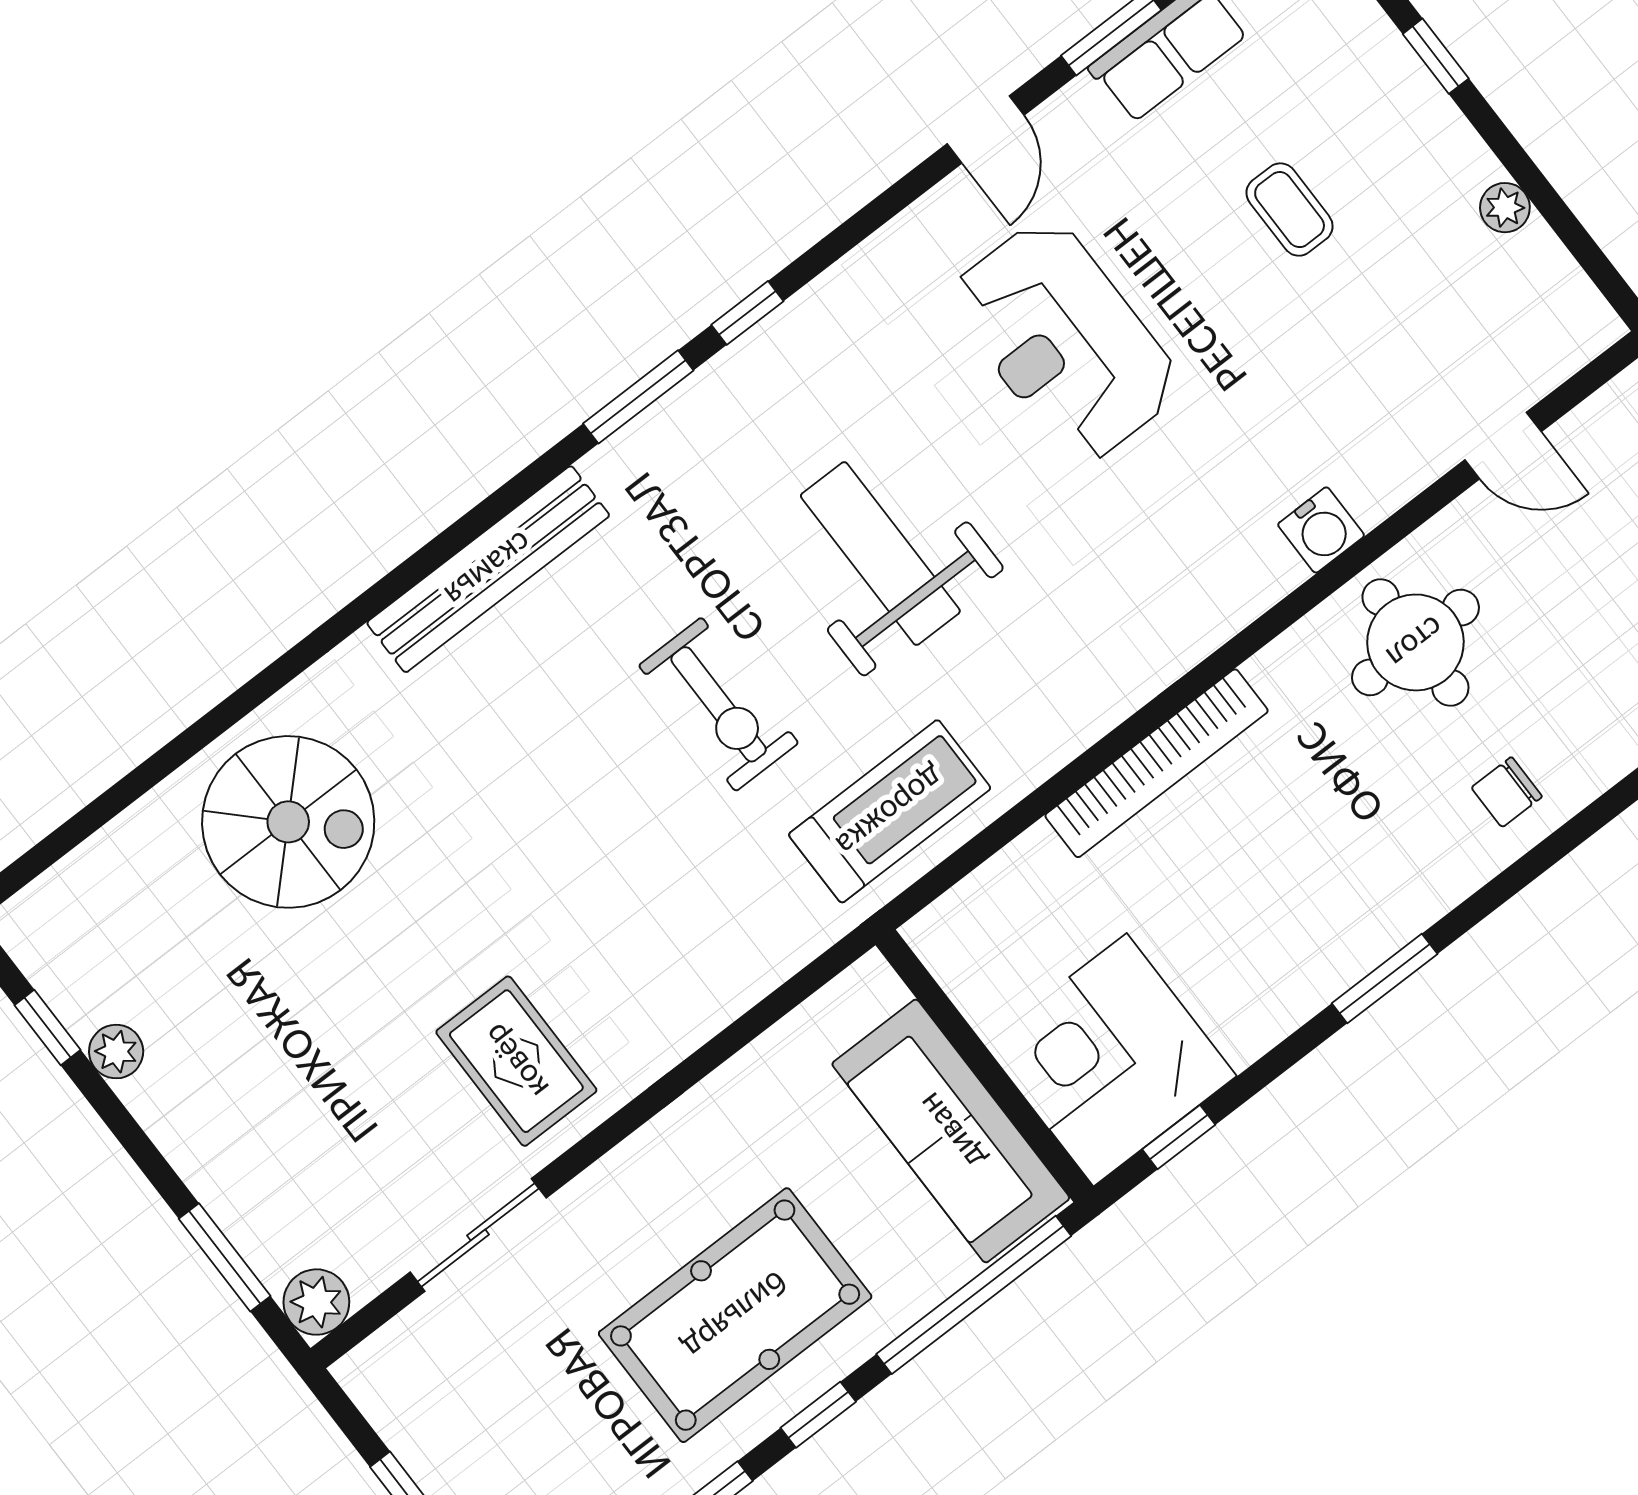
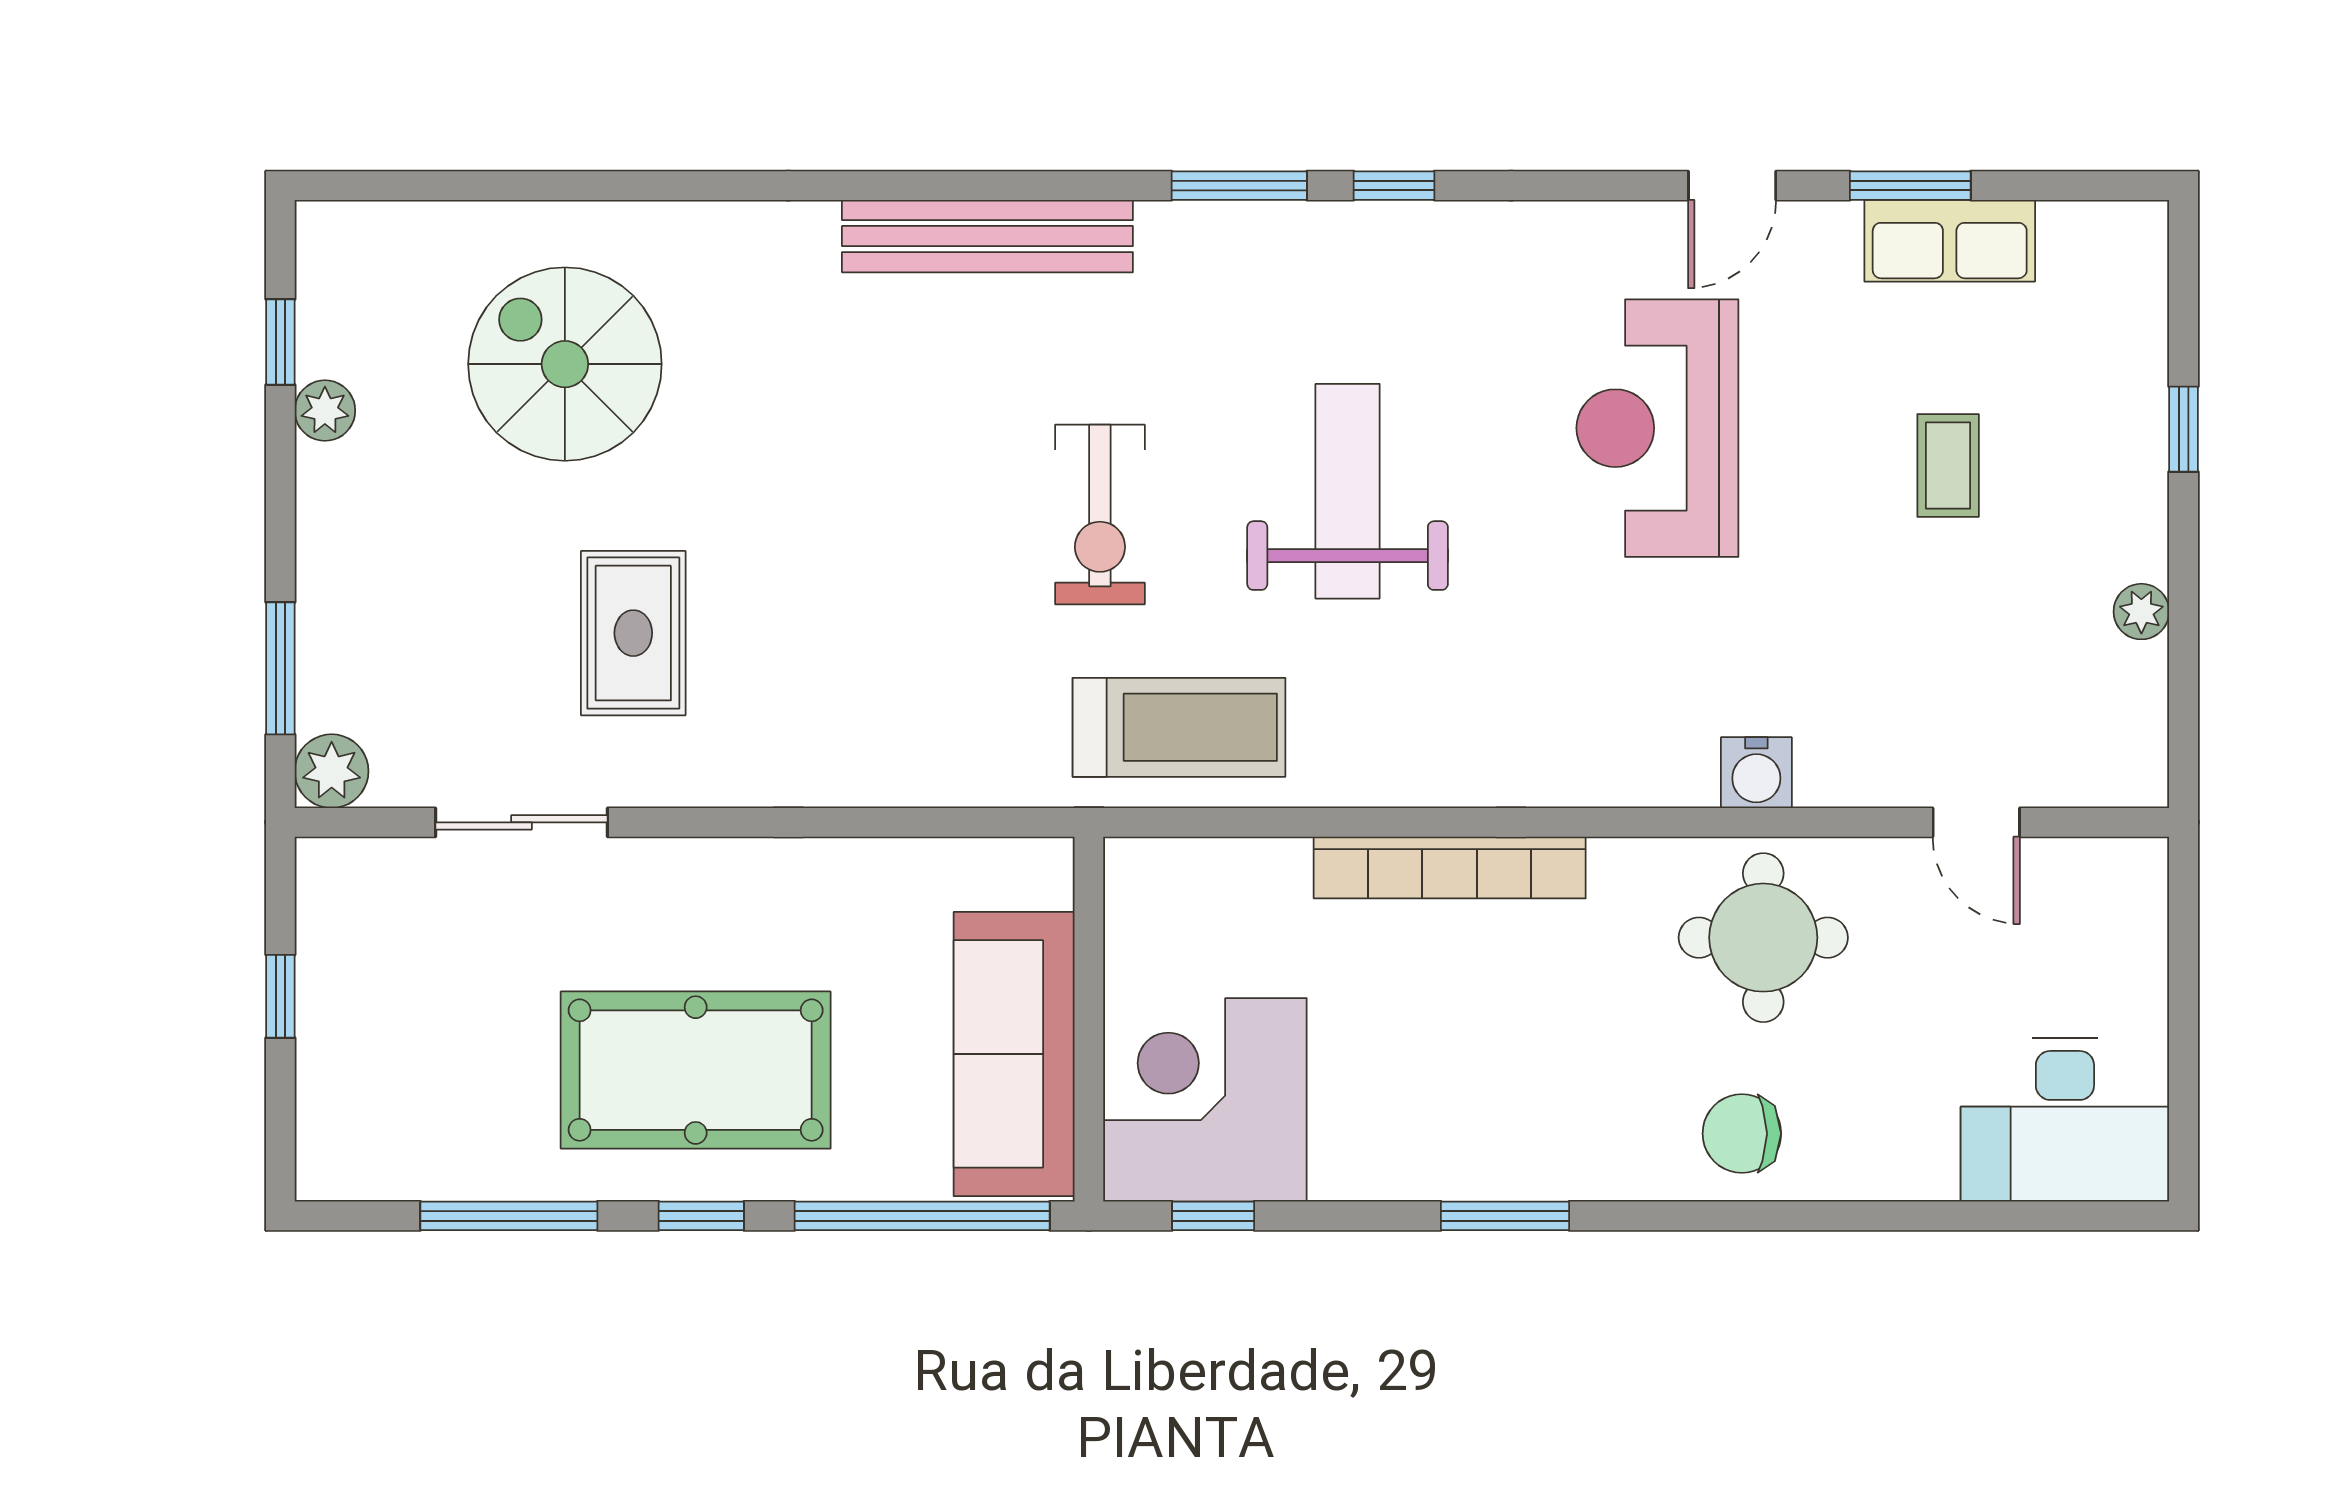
chair: (1507, 792) -> (1742, 1134), width x1.37, depth x1.37
spiral stairs: (288, 822) -> (565, 364), moved, turned 180
rug: (516, 1061) -> (633, 633), moved

